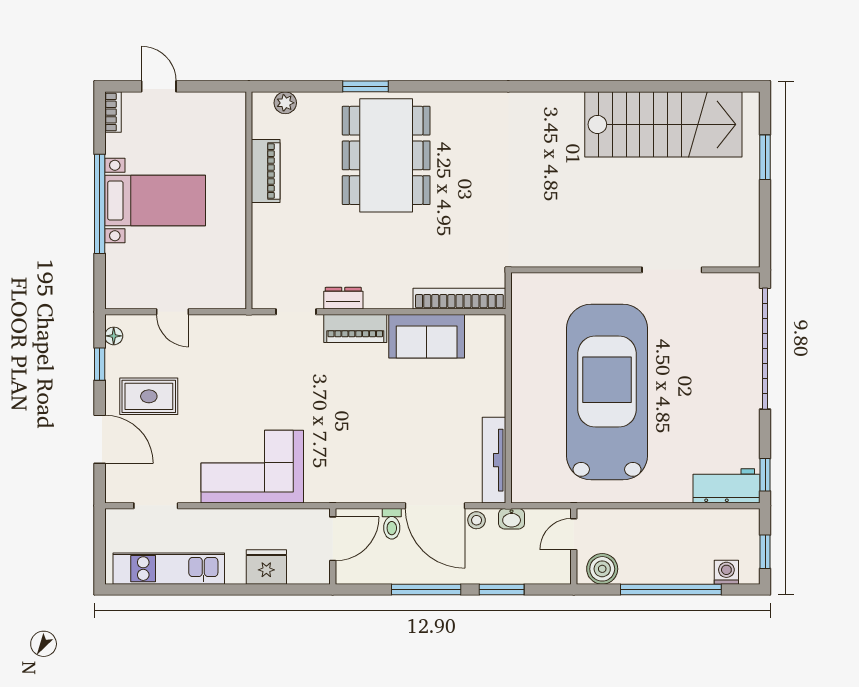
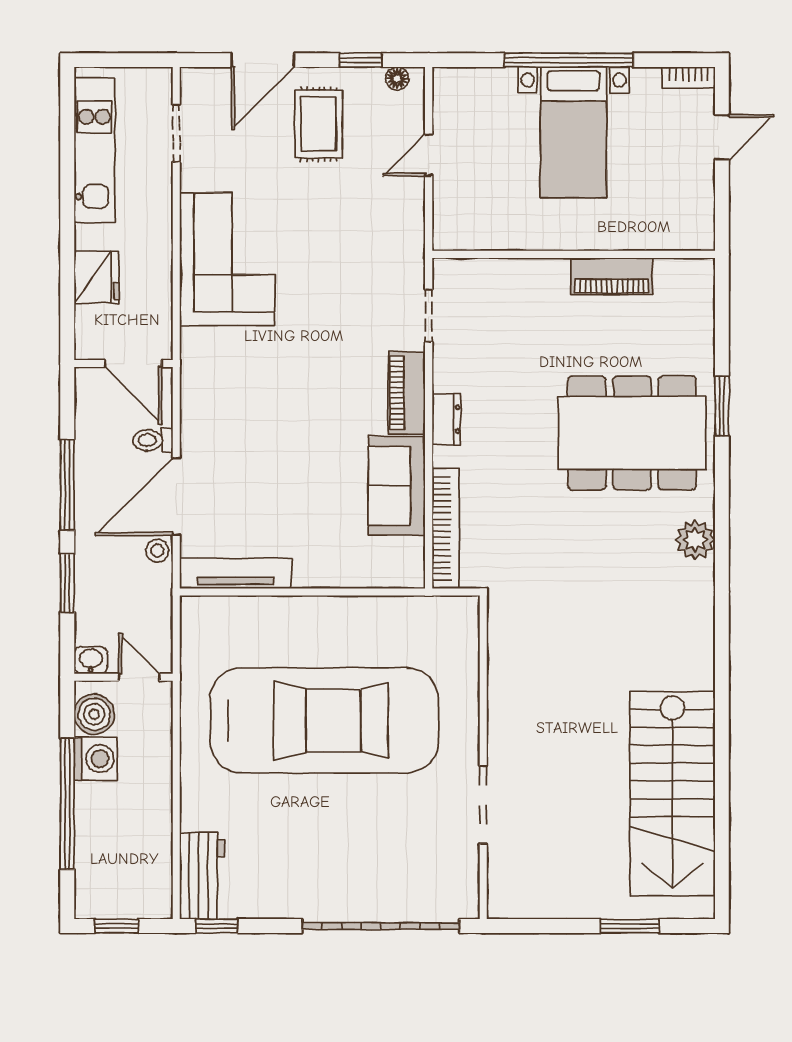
plant: (285, 103) -> (695, 540), moved, width x1.38, depth x1.38
dresser: (343, 298) -> (446, 419), moved
washbasin: (512, 519) -> (91, 660), moved, turned 90
washing machine: (726, 572) -> (96, 759), moved, width x1.38, depth x1.38

